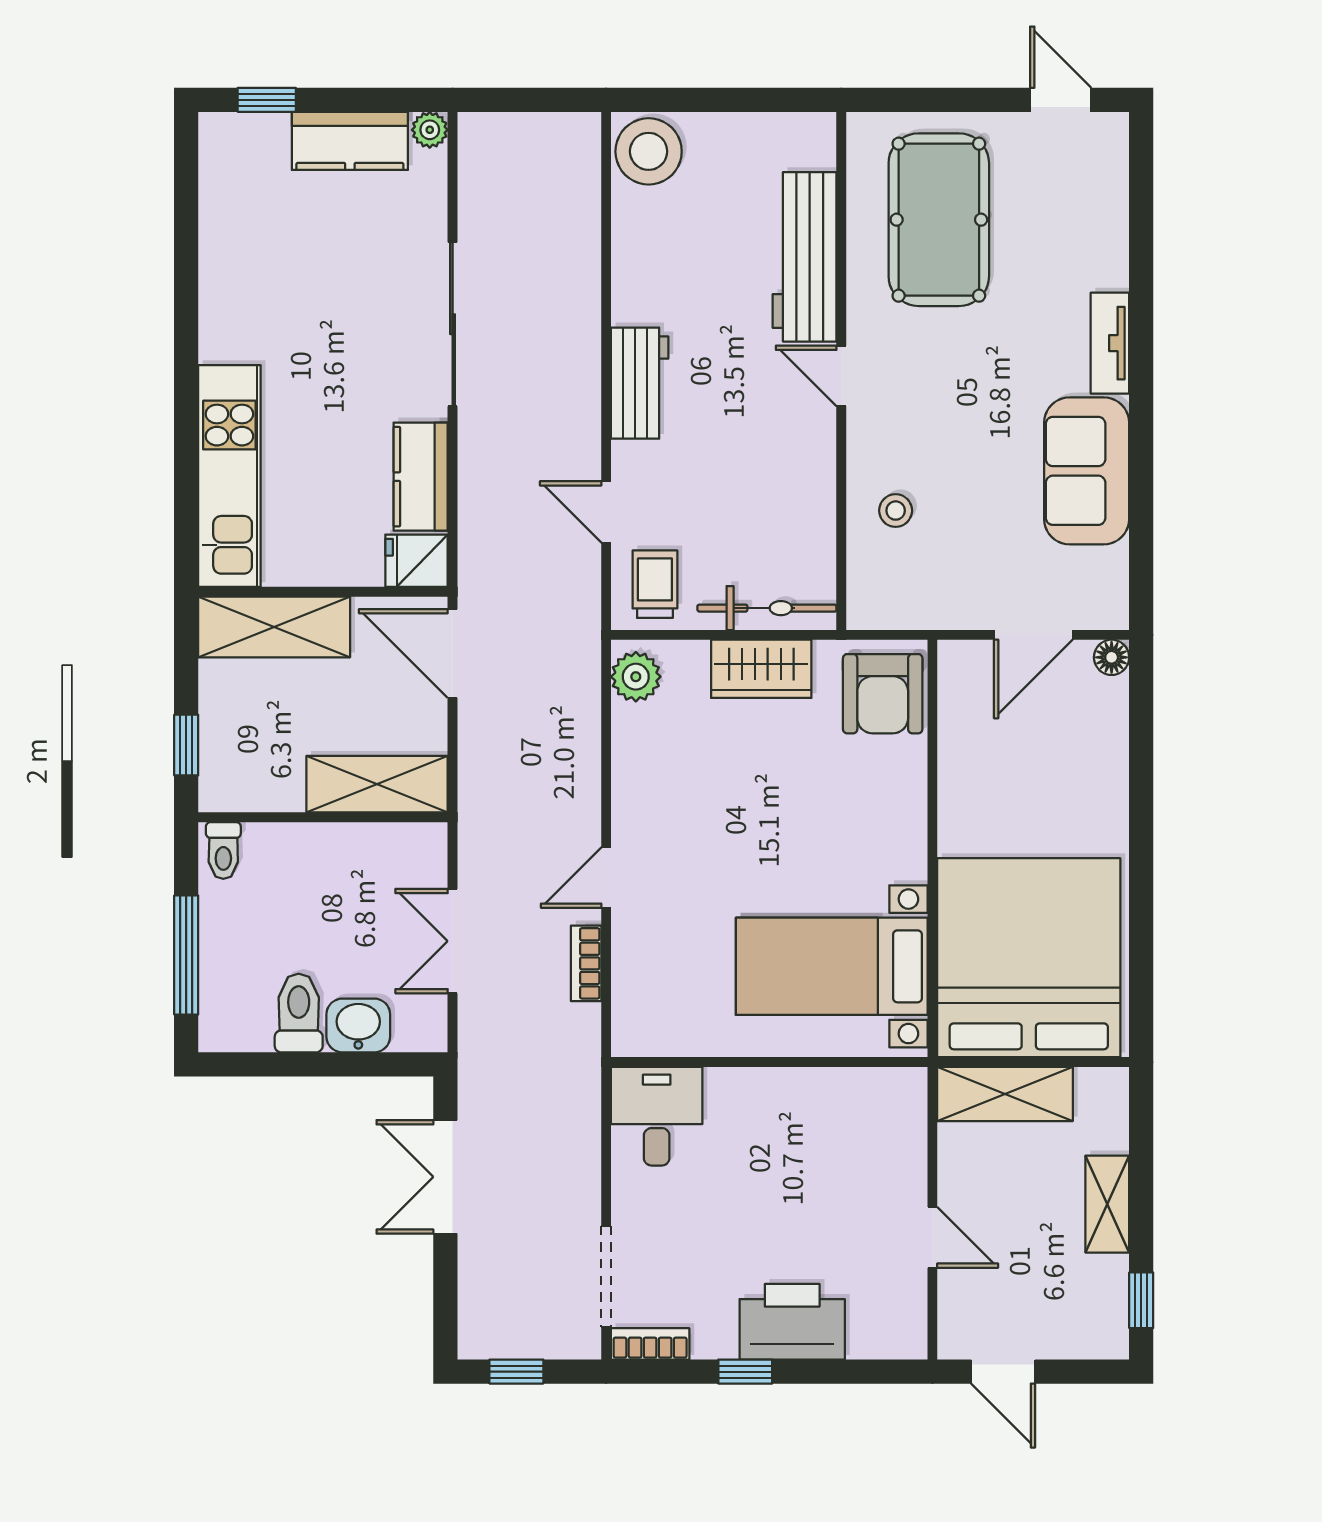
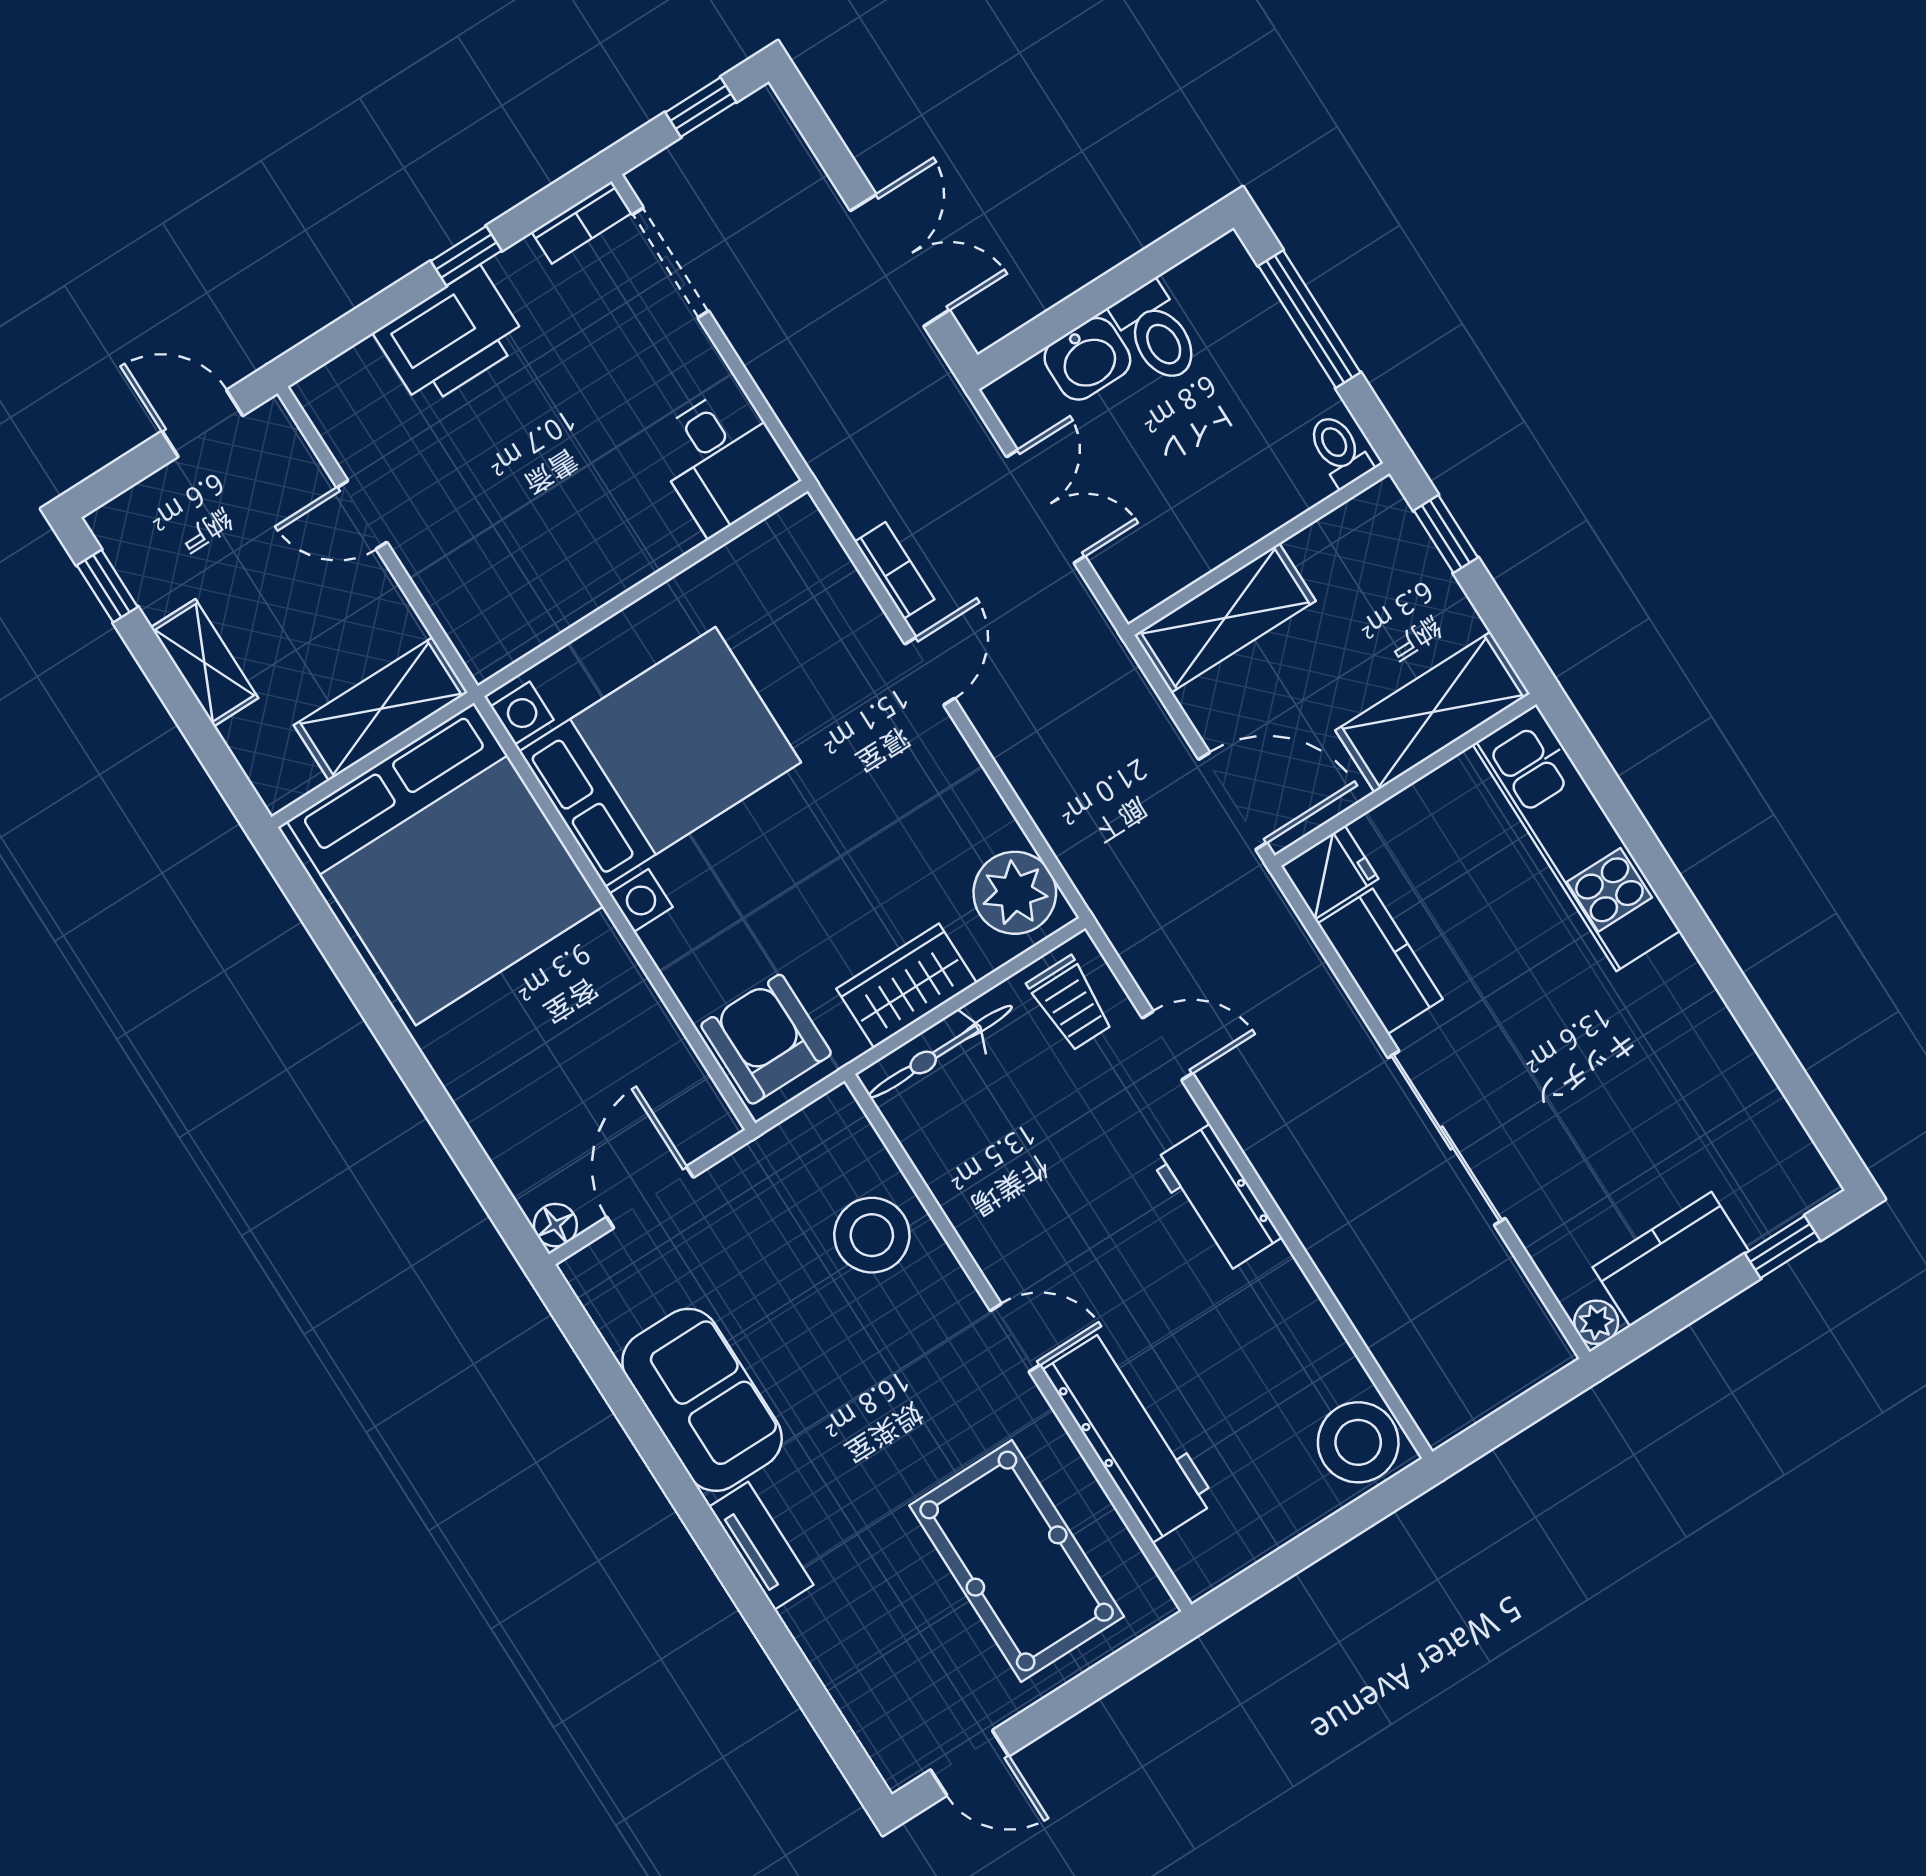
stool: (896, 511) -> (872, 1235), width x1.89, depth x1.89
plant: (636, 677) -> (1015, 893), width x1.36, depth x1.36
bed with nightstands: (832, 966) -> (660, 757), width x1.36

